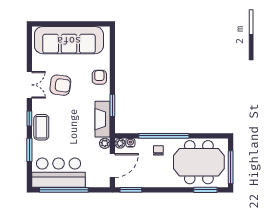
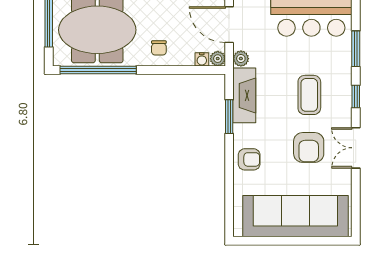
armchair: (99, 77) -> (249, 159), turned -90
armchair: (60, 85) -> (309, 147), turned -97
coffee table: (41, 127) -> (309, 95), moved
window: (164, 136) -> (98, 70), moved
door: (112, 166) -> (229, 25), hinge flipped

